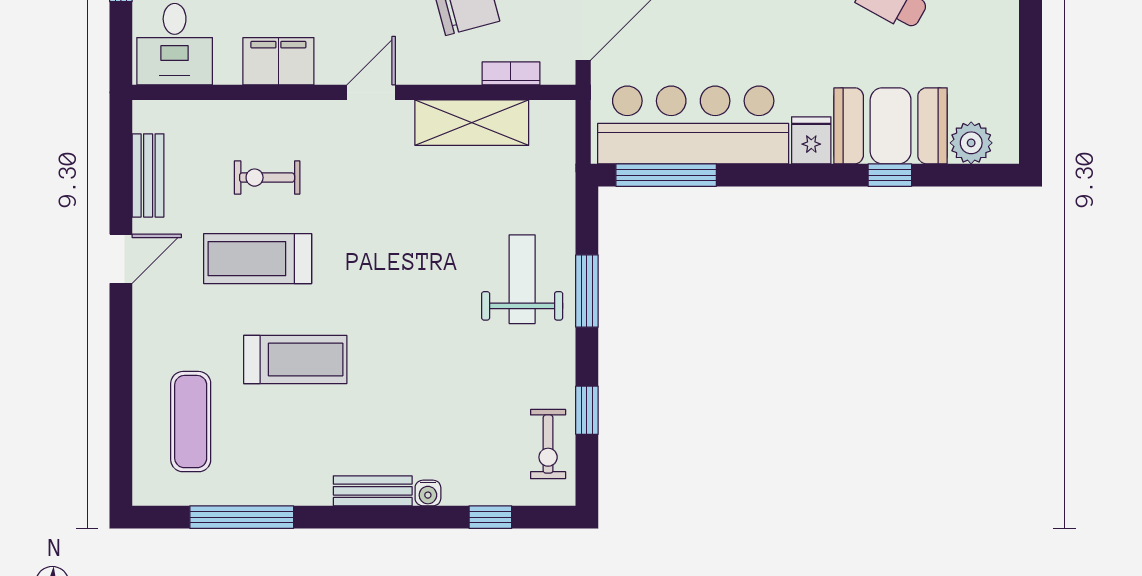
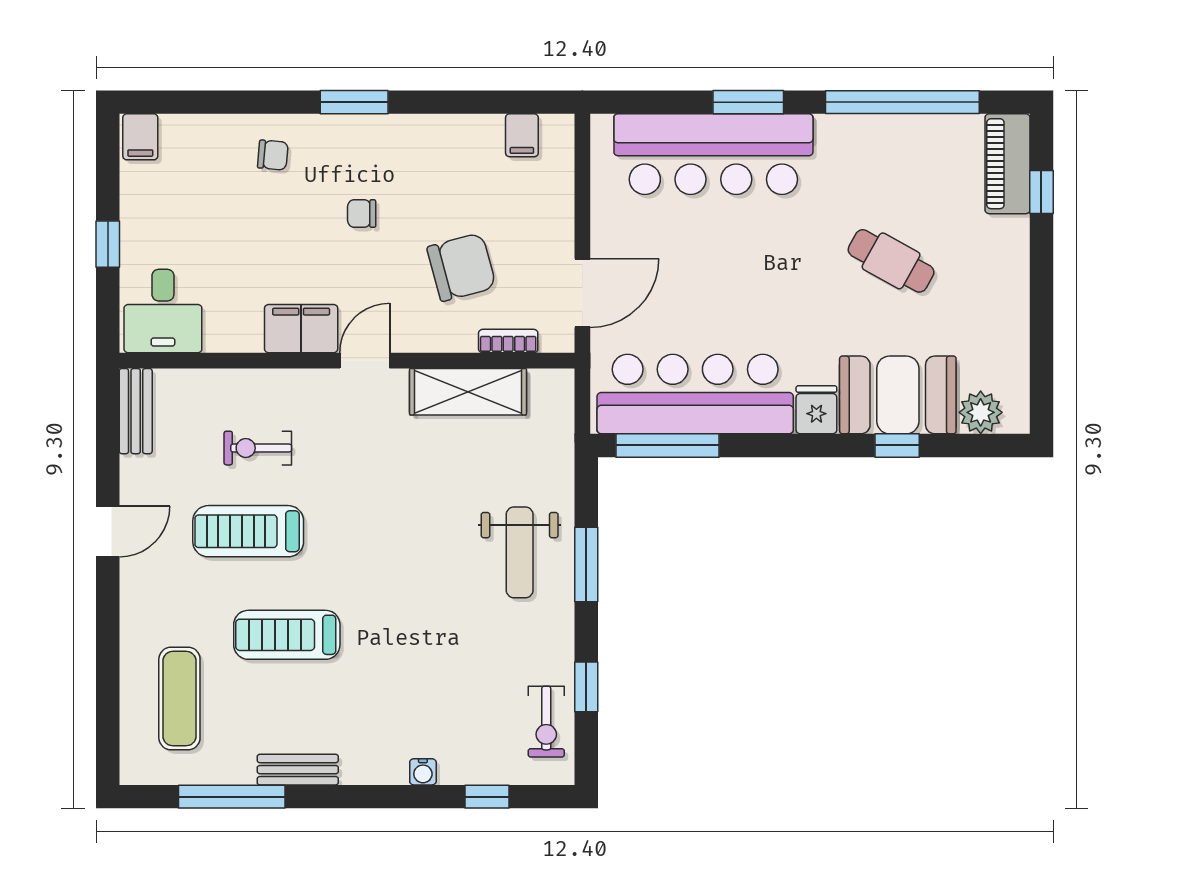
filing cabinet: (278, 61) -> (301, 329), moved
bench: (148, 175) -> (136, 411), moved
weight bench: (522, 279) -> (520, 552), turned 180
treadmill: (295, 360) -> (287, 635), turned 180
bench: (373, 491) -> (298, 770), moved

